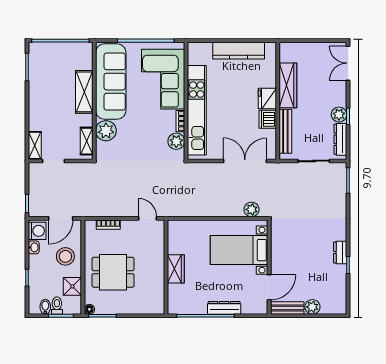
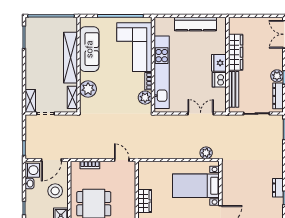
sofa: (111, 82) -> (89, 49), width x0.74, depth x0.79
shelving: (84, 92) -> (70, 58), width x1.47
double door: (245, 161) -> (201, 114), width x0.73

